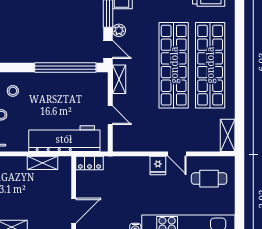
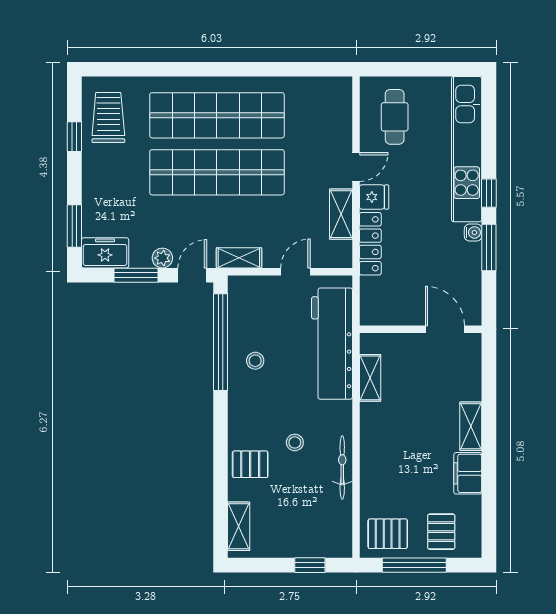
stool: (13, 91) -> (255, 361), moved
shelving: (228, 135) -> (341, 214), moved, turned 90
locker: (89, 163) -> (370, 244), moved, width x1.53

